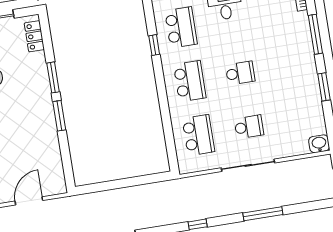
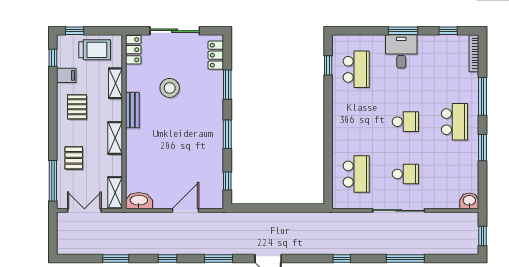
window: (154, 45) -> (328, 65), moved
window: (53, 77) -> (227, 85), moved
school desk: (190, 81) -> (454, 122), moved
window: (67, 164) -> (227, 181), added

